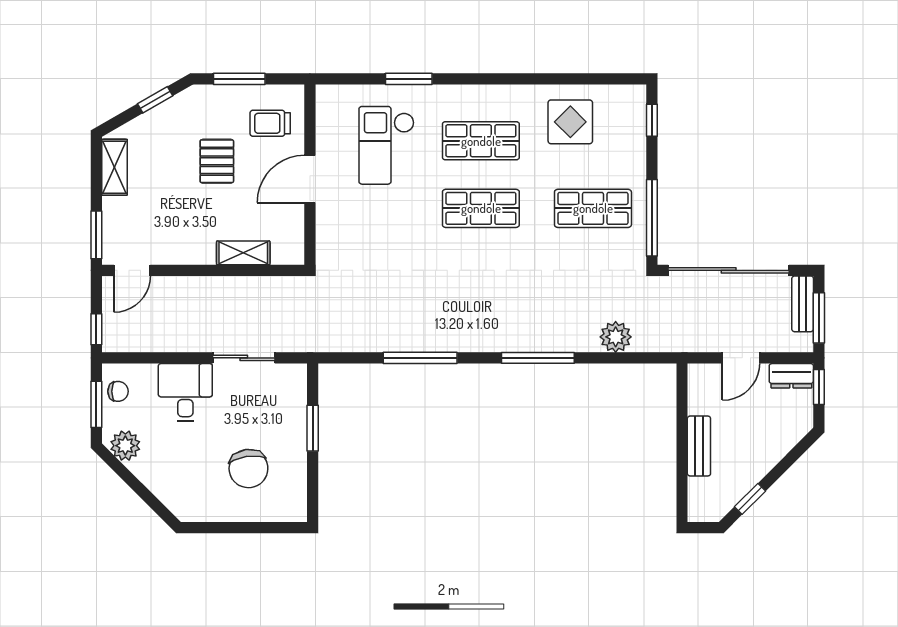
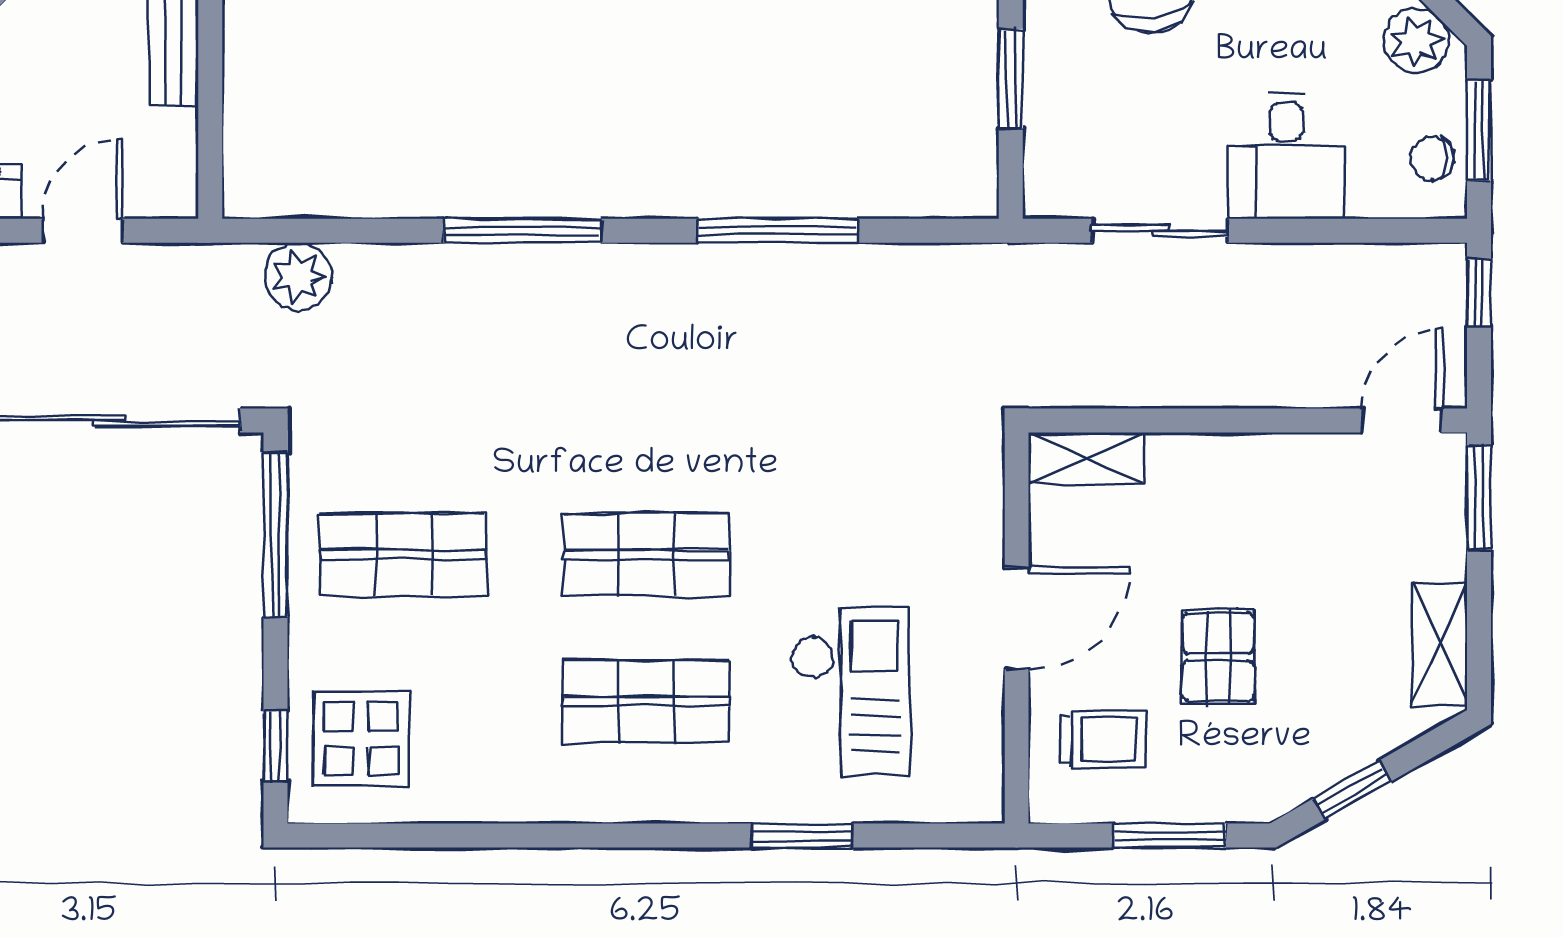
display table: (570, 122) -> (361, 739), moved
shelving: (243, 253) -> (1086, 458), moved
plant: (616, 337) -> (298, 276), moved

